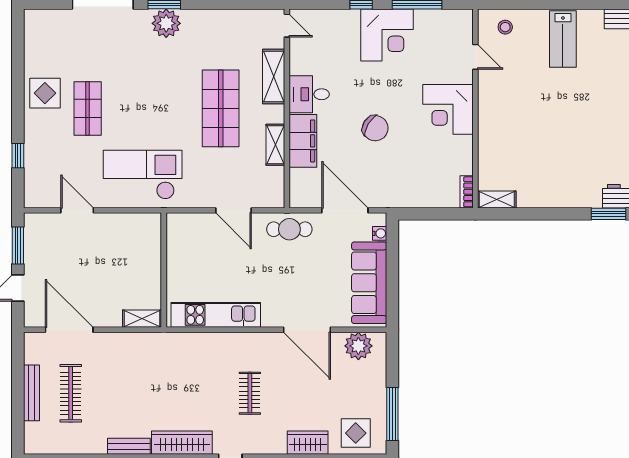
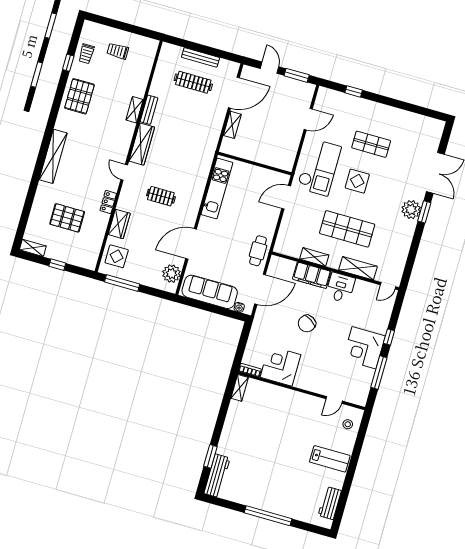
lab bench: (563, 39) -> (330, 459), turned 180
display table: (45, 93) -> (357, 181), moved
corner desk: (448, 109) -> (281, 366), moved
door: (234, 210) -> (286, 197), moved
shelving: (142, 319) -> (232, 125), moved

